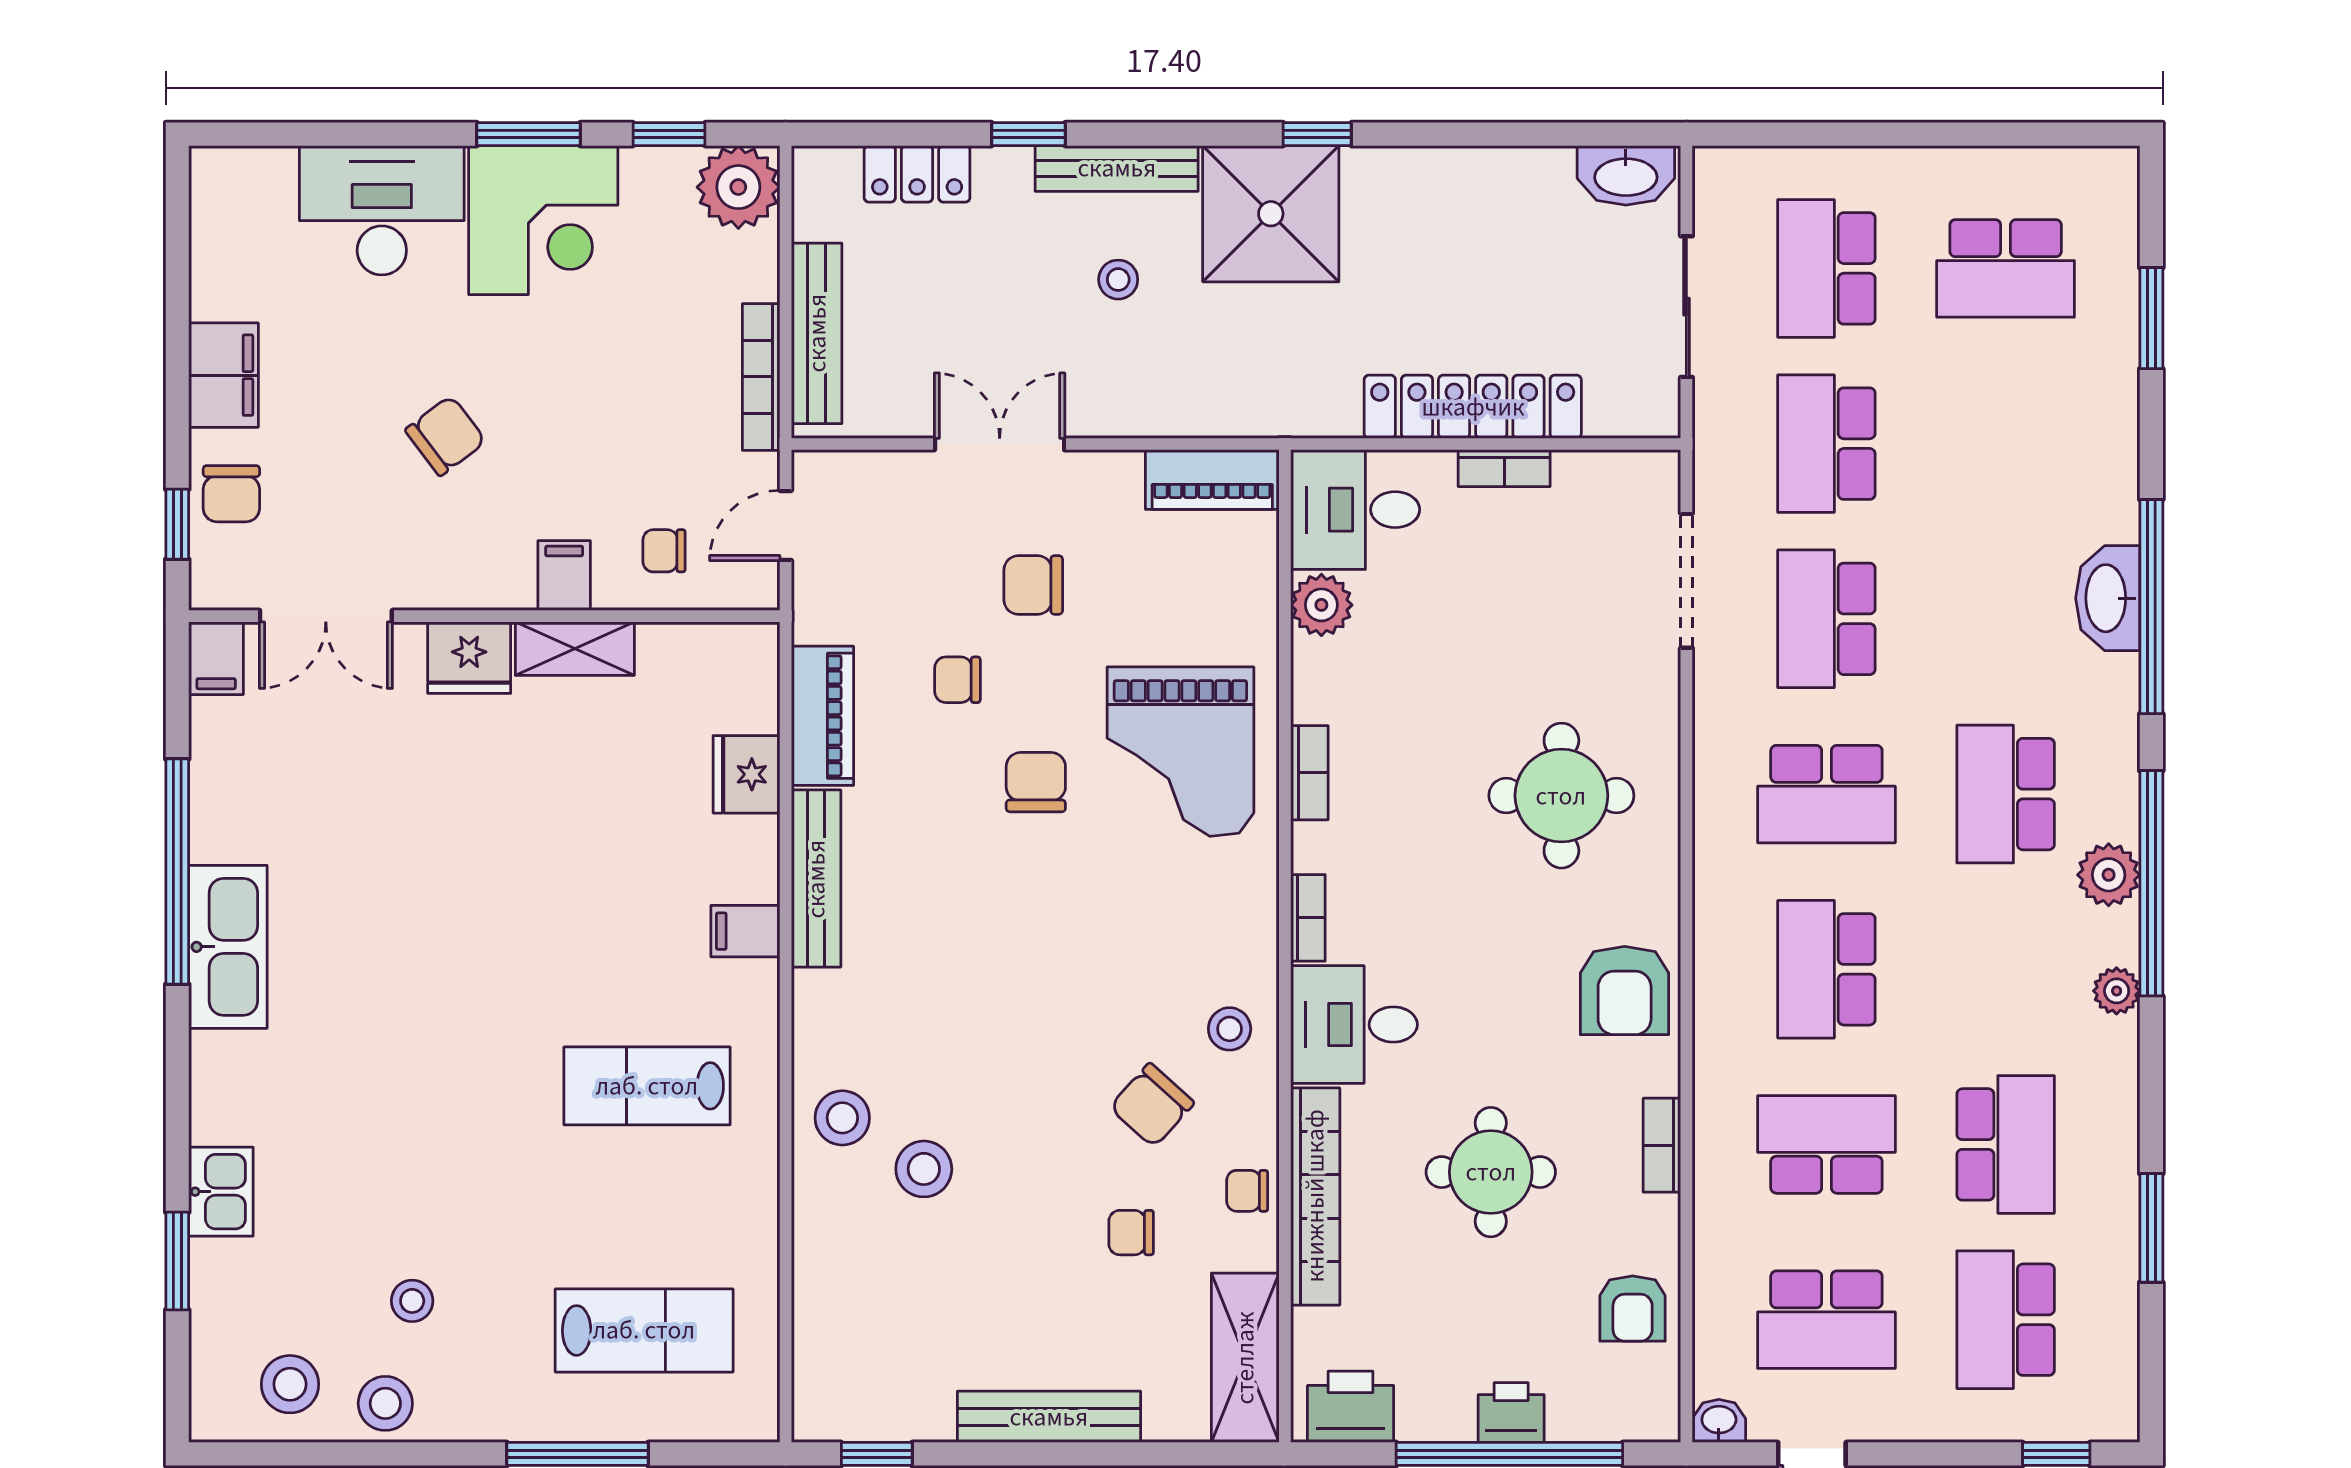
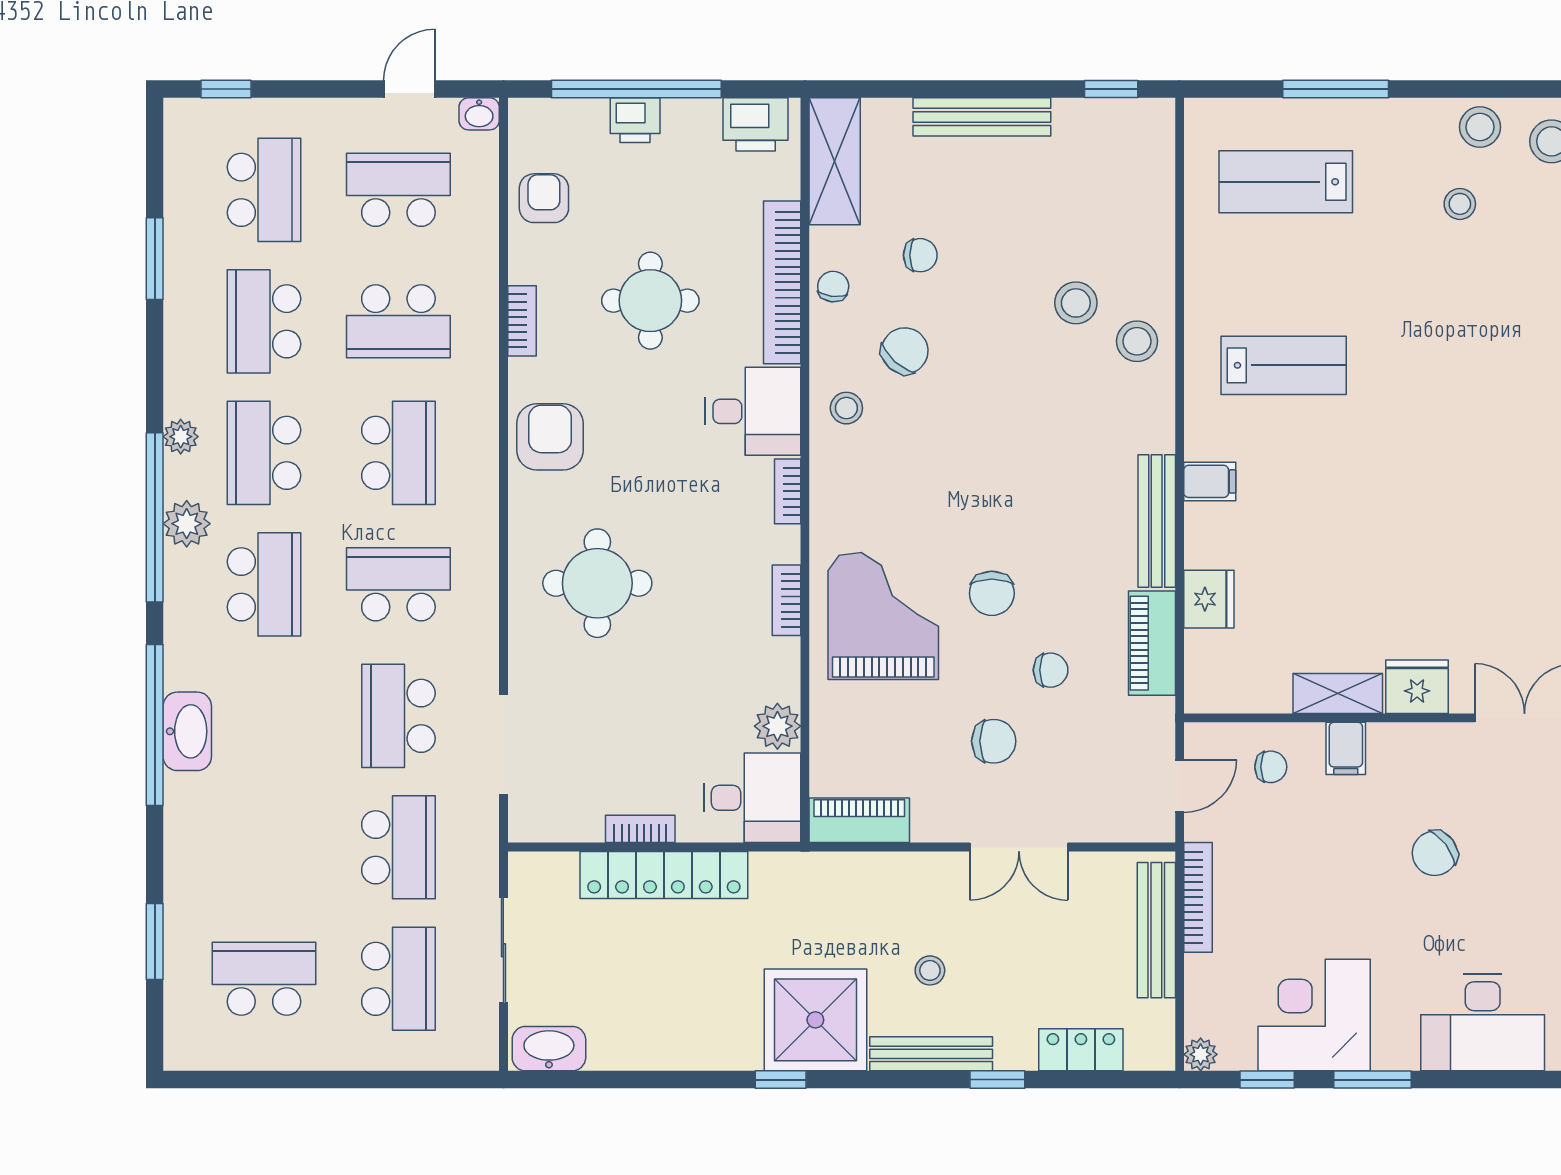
plant: (738, 187) -> (1201, 1054), width x0.53, depth x0.53
corner desk: (543, 220) -> (1314, 1015), moved
school desk: (1826, 619) -> (398, 716), turned 180
school desk: (2006, 969) -> (264, 453), added
chair: (1247, 1191) -> (833, 287), turned -83

